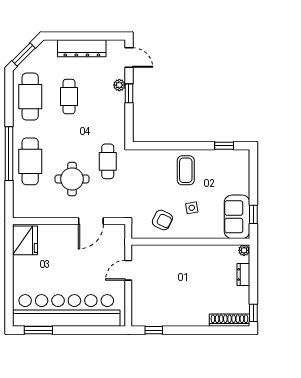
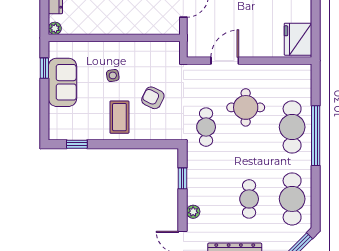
window: (129, 93) -> (182, 178), moved
sofa: (237, 217) -> (63, 82), moved
armchair: (162, 220) -> (153, 98), moved

